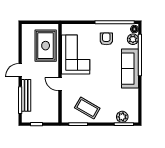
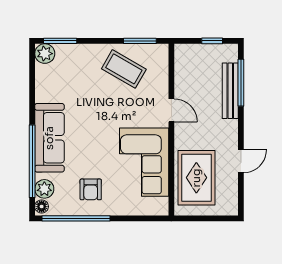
door: (20, 70) -> (241, 161), moved
plant: (122, 117) -> (45, 54), moved

